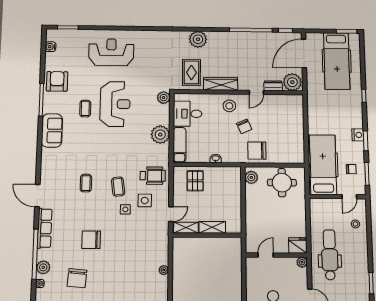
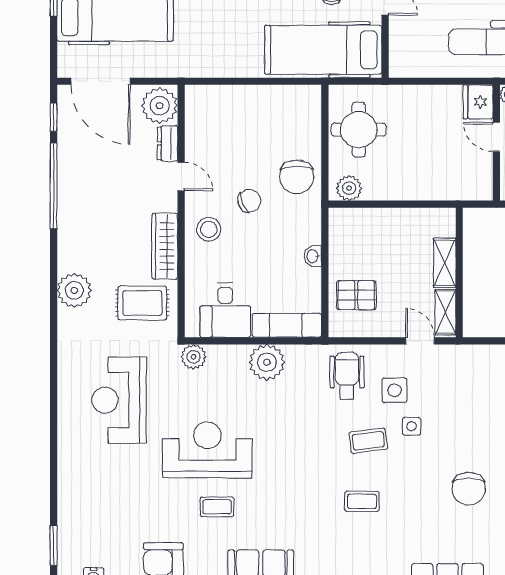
reception desk: (111, 52) -> (119, 400), moved
door: (266, 255) -> (496, 137), moved

